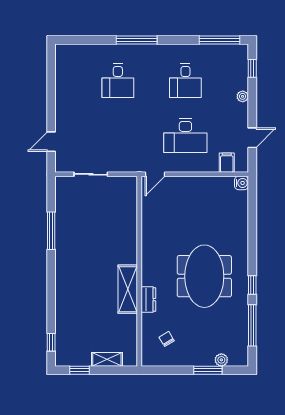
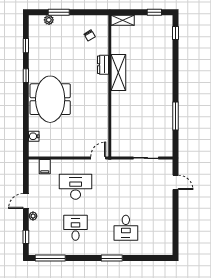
window: (137, 40) -> (112, 258), width x0.69
desk: (118, 81) -> (126, 228), turned 180
door: (252, 138) -> (26, 201), moved
door: (51, 142) -> (175, 182), hinge flipped
water cooler: (241, 183) -> (34, 136), moved
meeting table: (204, 276) -> (50, 99), moved
window: (252, 325) -> (26, 46), width x0.46
shelving: (107, 359) -> (123, 20), moved

